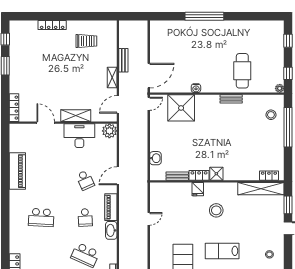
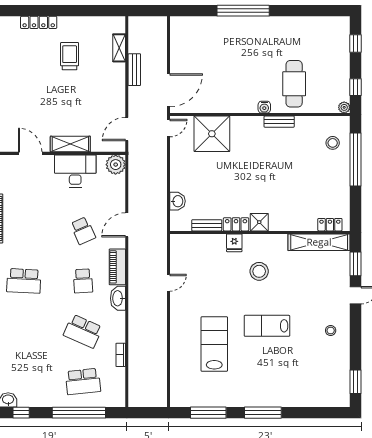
trolley: (86, 41) -> (70, 56), moved, turned -90
shelving: (112, 78) -> (119, 48), moved
water cooler: (196, 88) -> (264, 107), moved

